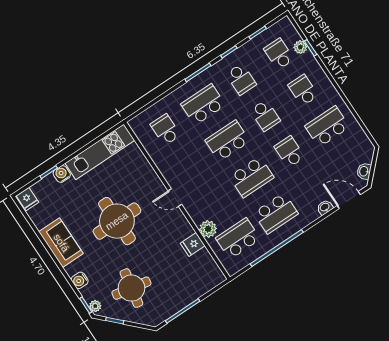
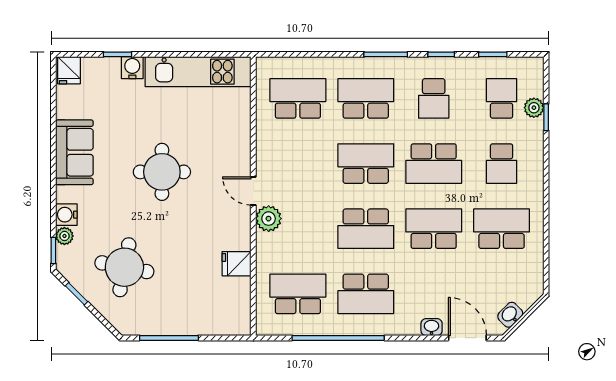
school desk: (303, 90) -> (502, 164), turned 180
school desk: (265, 115) -> (434, 164), width x1.85
school desk: (165, 130) -> (298, 98), width x1.85
school desk: (289, 152) -> (434, 229), width x1.85
round table: (117, 221) -> (162, 172), width x0.73, depth x0.73
plant: (208, 229) -> (269, 219), moved
plant: (95, 306) -> (64, 236), moved

